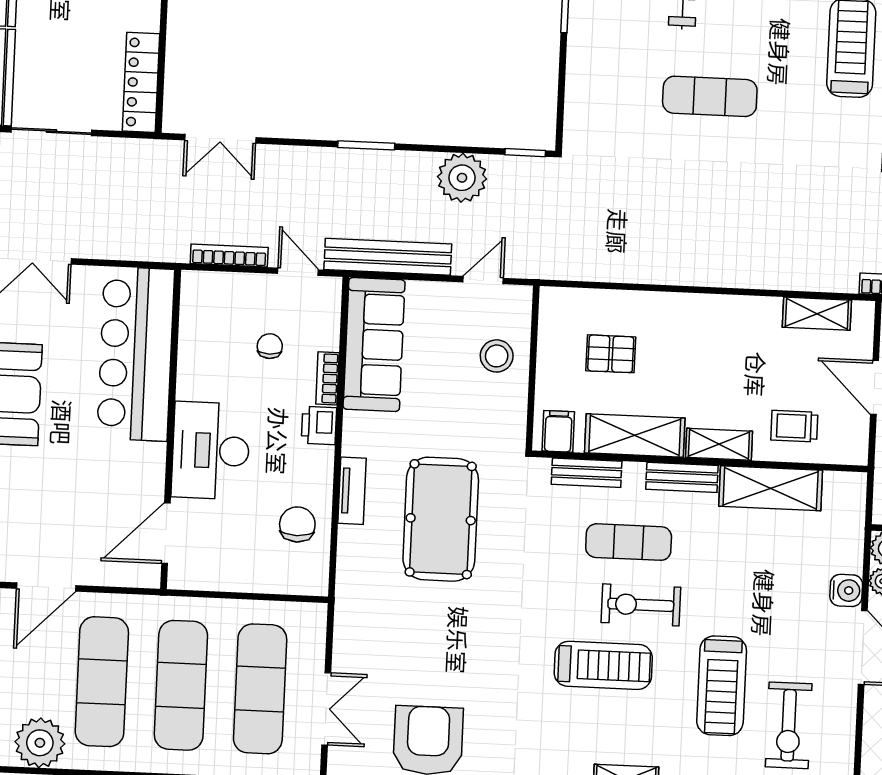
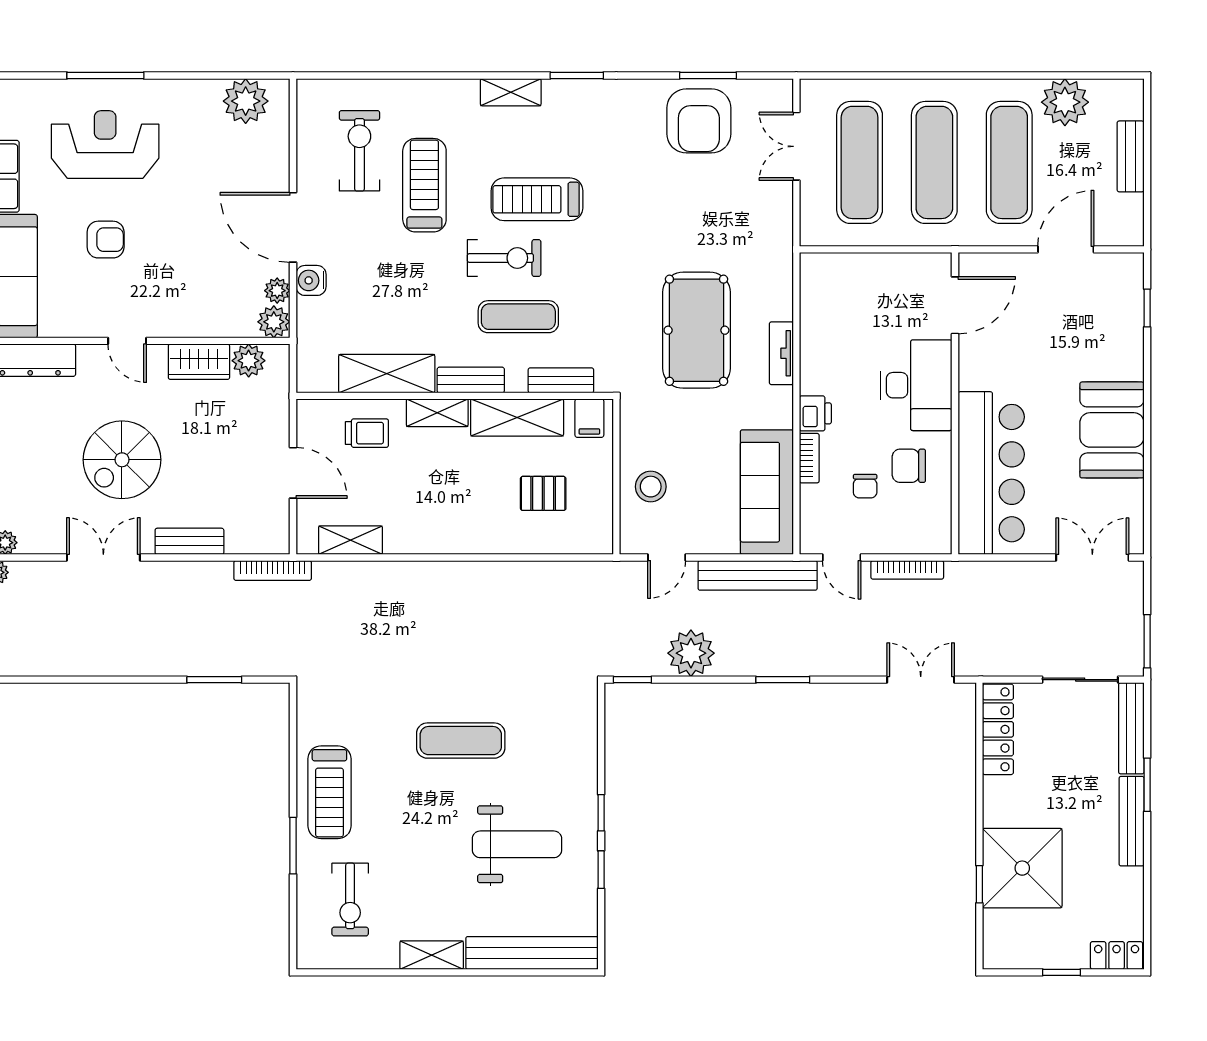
chair: (297, 524) -> (909, 466), moved, turned 90

